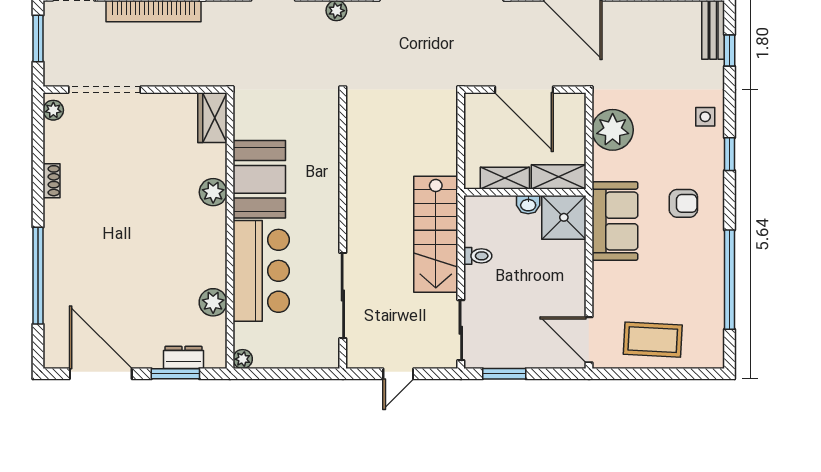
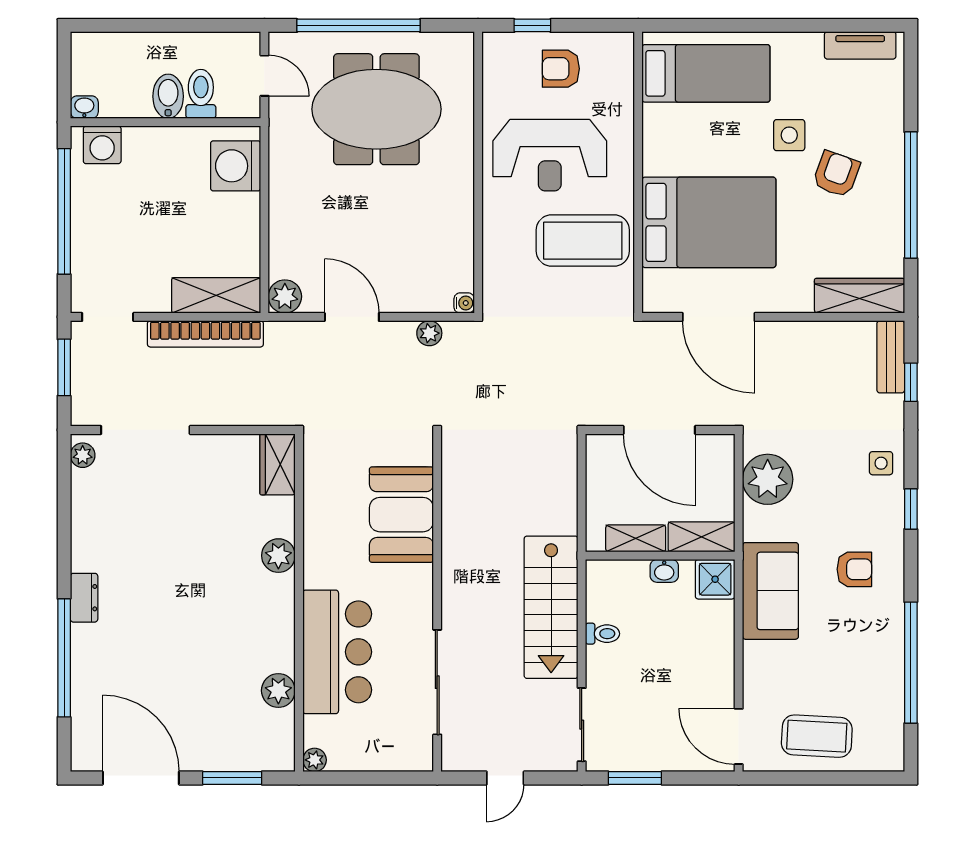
booth: (259, 179) -> (401, 515), moved
shoe rack: (52, 181) -> (81, 542), removed
shower: (564, 217) -> (715, 579), width x0.73, depth x0.73
dresser: (183, 357) -> (84, 598), moved, turned 90

